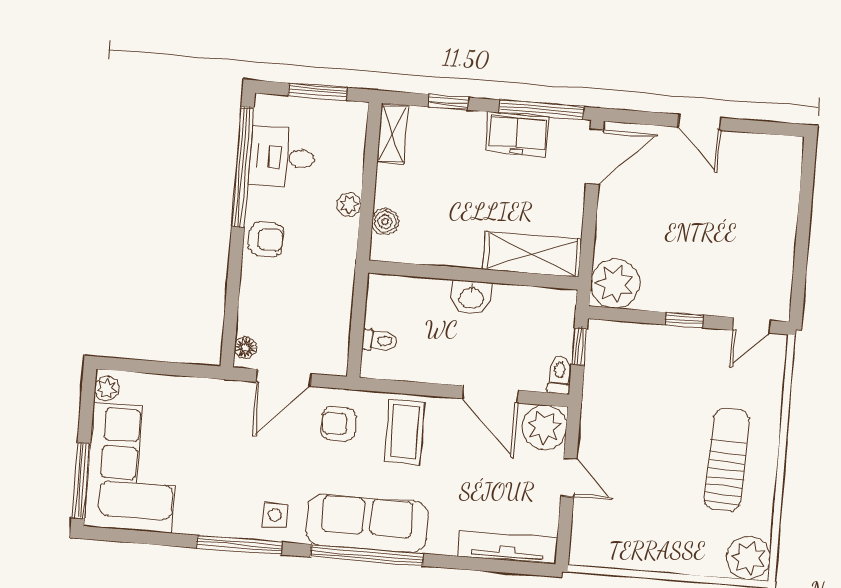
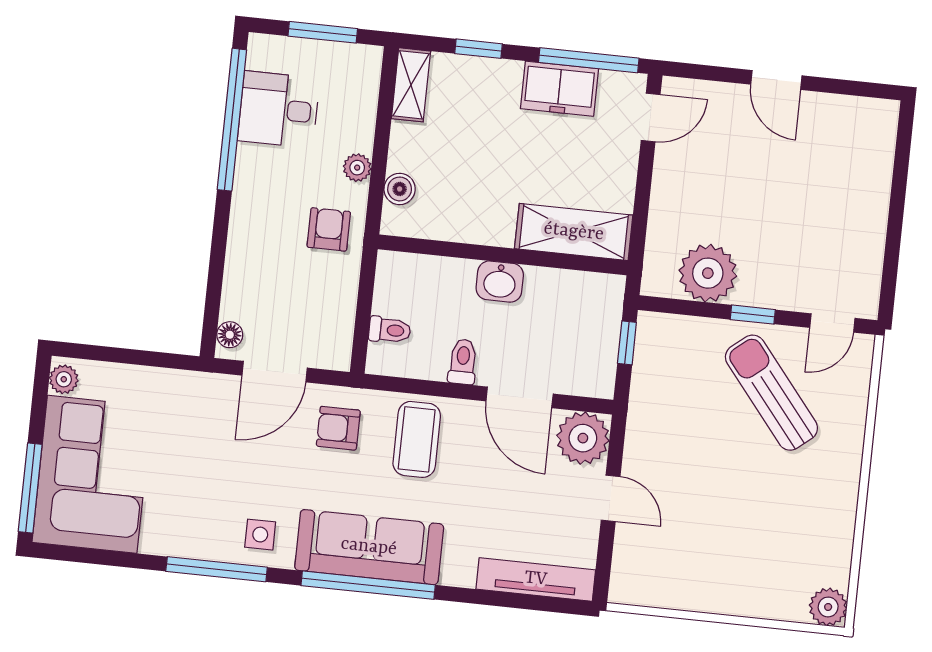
door: (595, 156) -> (651, 118), width x0.73
armchair: (266, 239) -> (329, 229), moved, turned -91
plant: (615, 284) -> (708, 273), moved
toilet: (559, 375) -> (463, 362), moved
sun lounger: (727, 460) -> (771, 393), moved, turned -41
plant: (749, 558) -> (828, 607), width x0.73, depth x0.73

